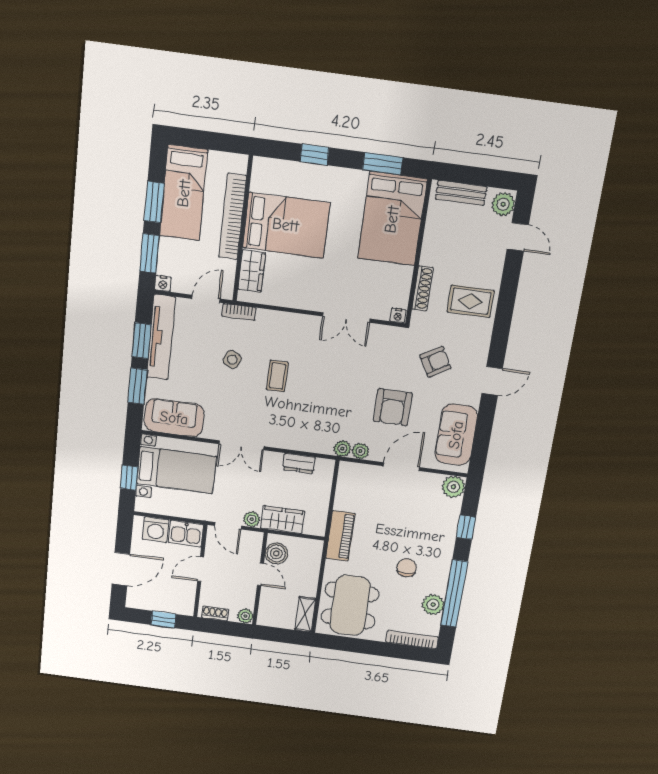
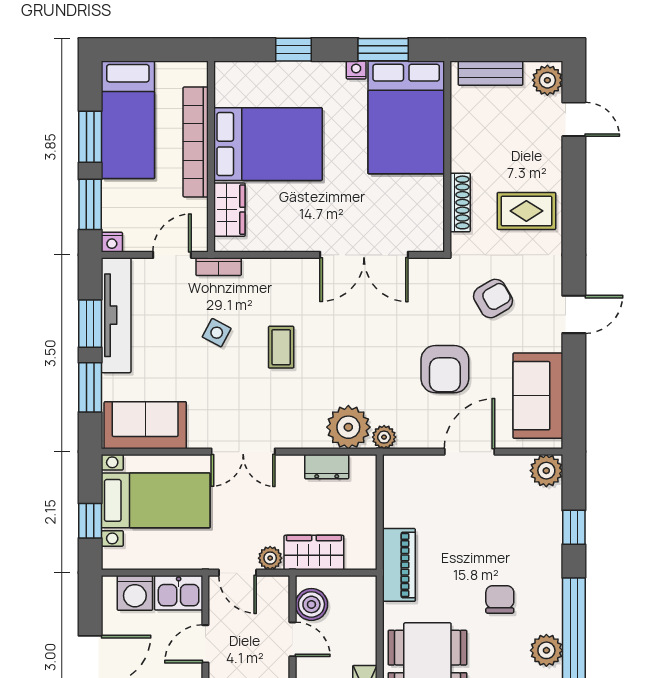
nightstand: (398, 316) -> (356, 70), moved, turned 180
double door: (346, 318) -> (364, 255), width x1.37
plant: (360, 451) -> (348, 427), moved, width x1.88, depth x1.88

